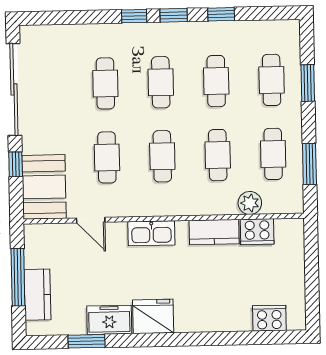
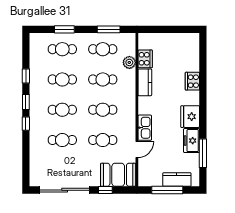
kitchen sink: (151, 233) -> (145, 128), moved
cooker: (269, 318) -> (192, 81), moved
window: (86, 341) -> (203, 153), width x1.44

